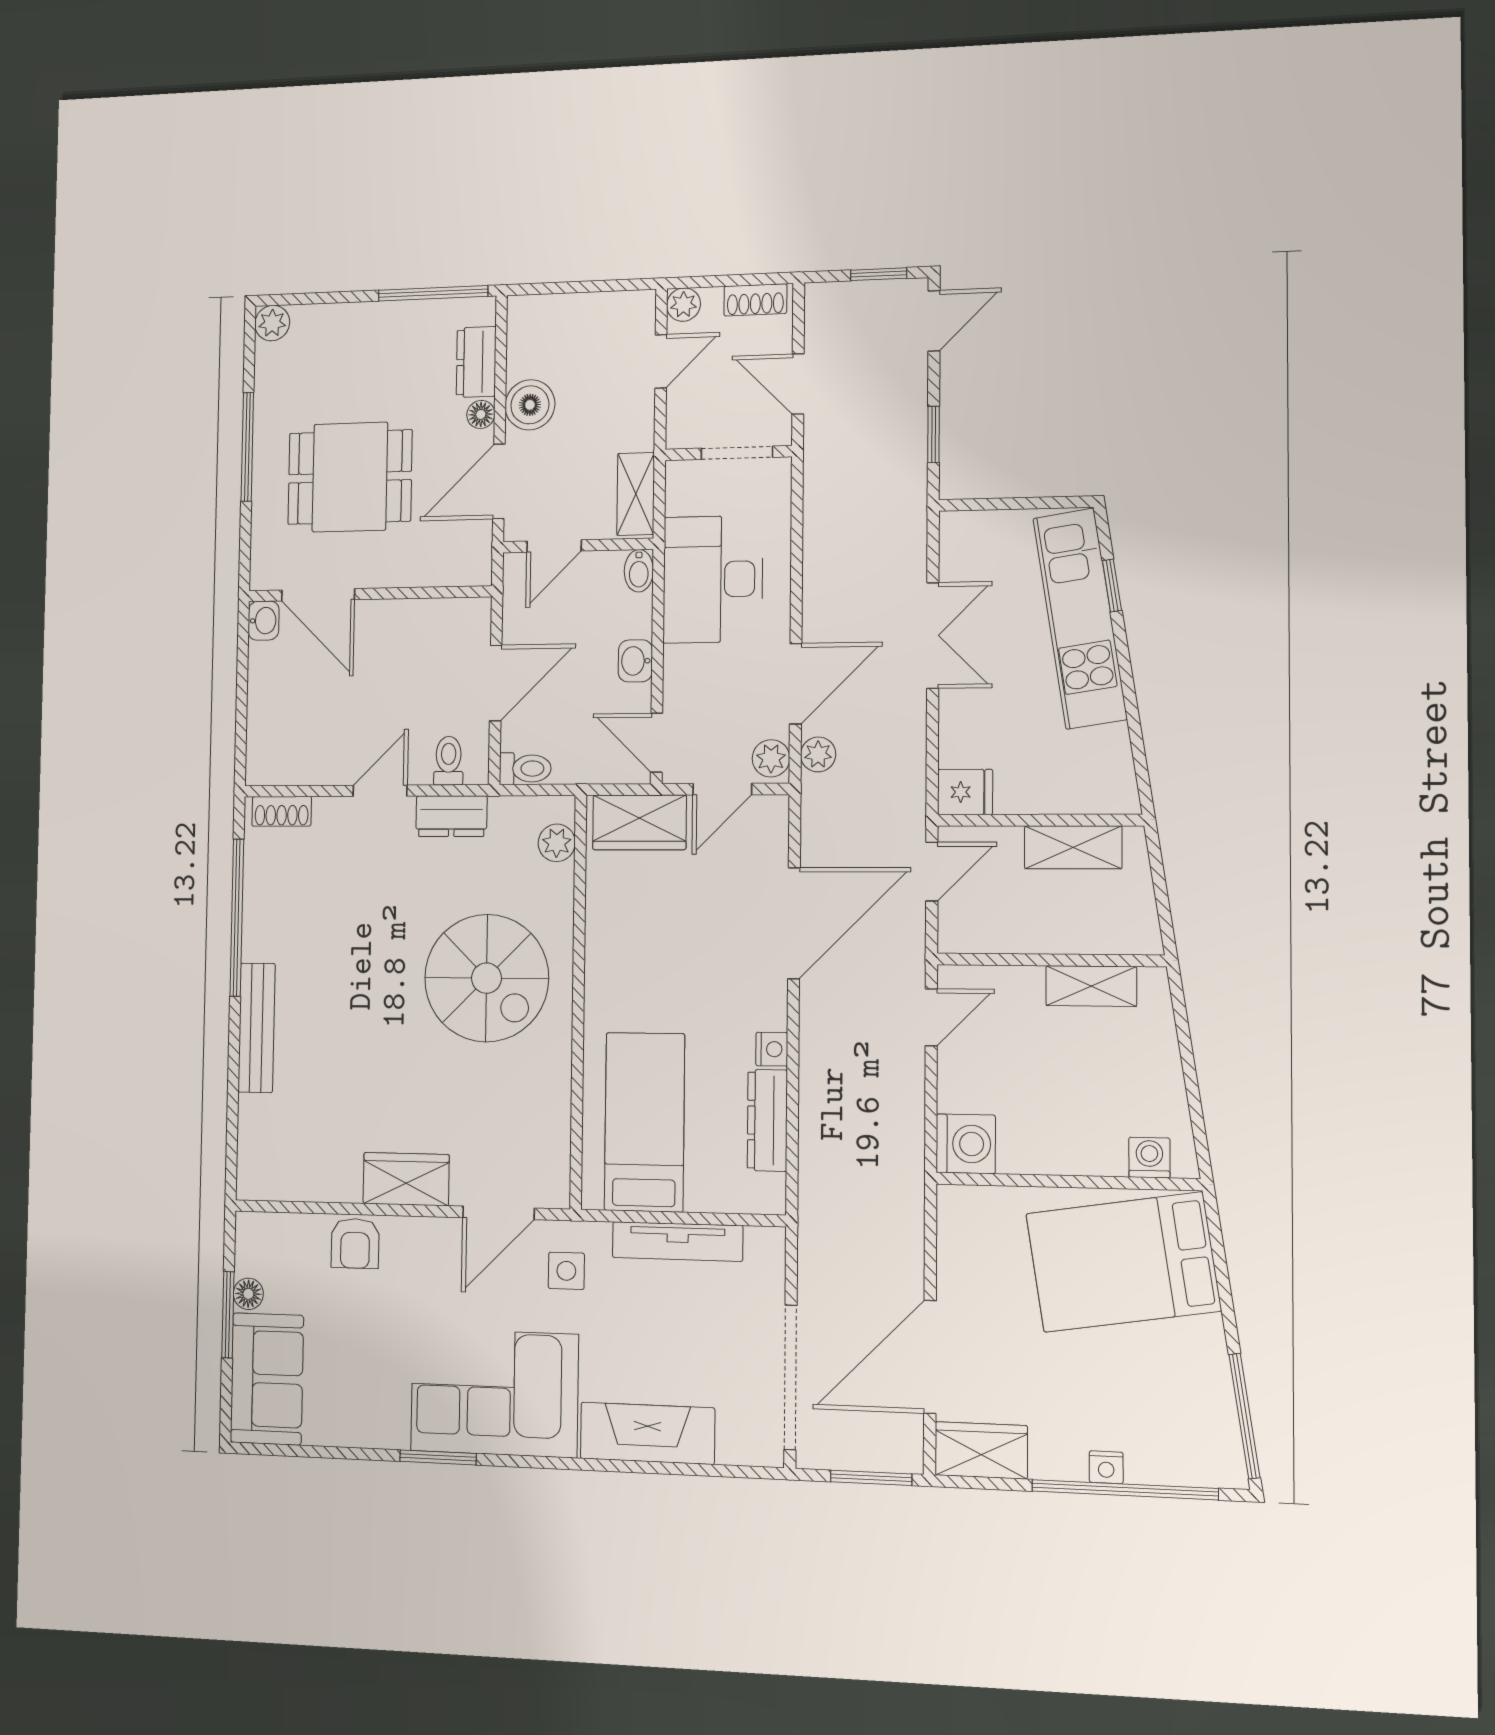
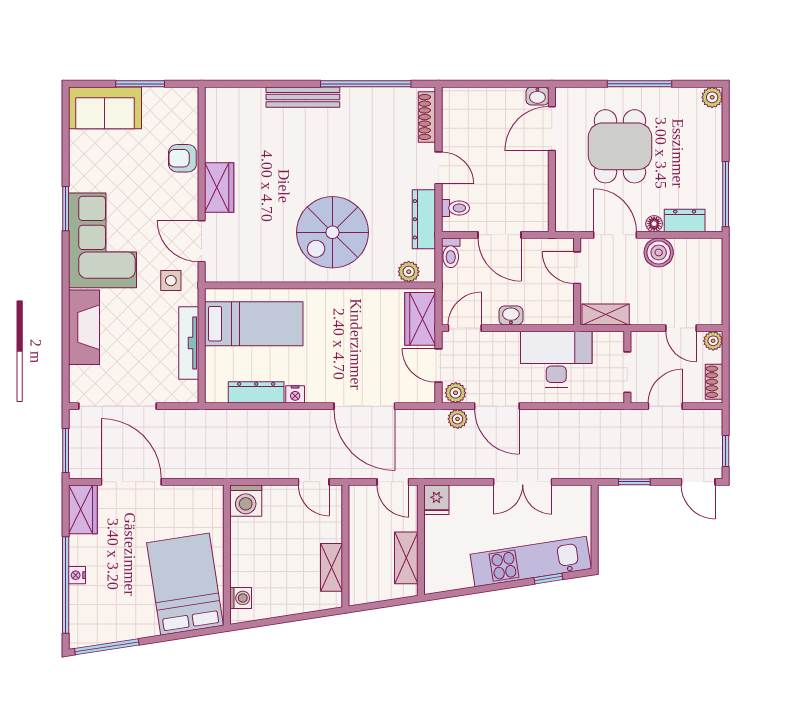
bidet: (639, 571) -> (562, 317), removed
shoe rack: (282, 811) -> (427, 117), width x1.43
dresser: (451, 816) -> (424, 219), width x1.44
floor lamp: (248, 1294) -> (152, 96), removed

